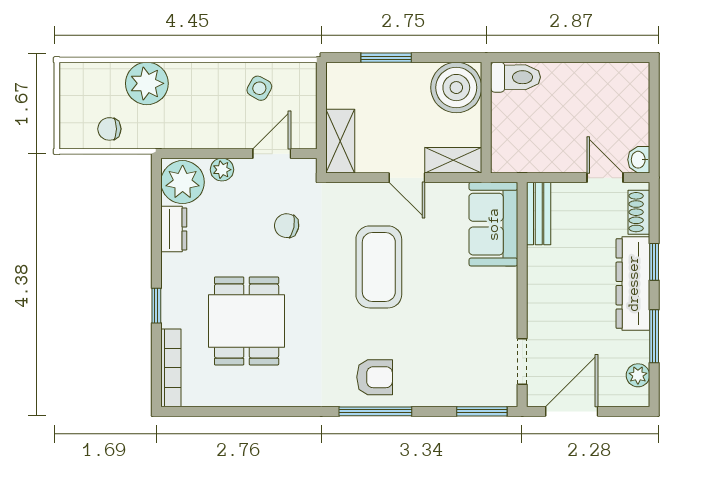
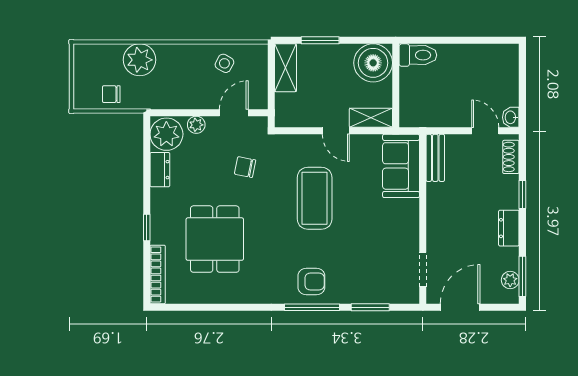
shelving: (340, 141) -> (285, 68), moved
dresser: (633, 283) -> (509, 228), width x0.51, depth x0.80
window: (654, 336) -> (522, 276), moved
window: (482, 411) -> (370, 307), moved

